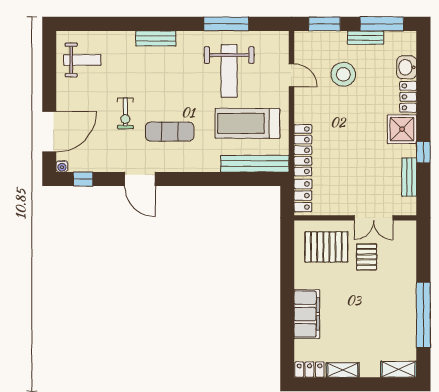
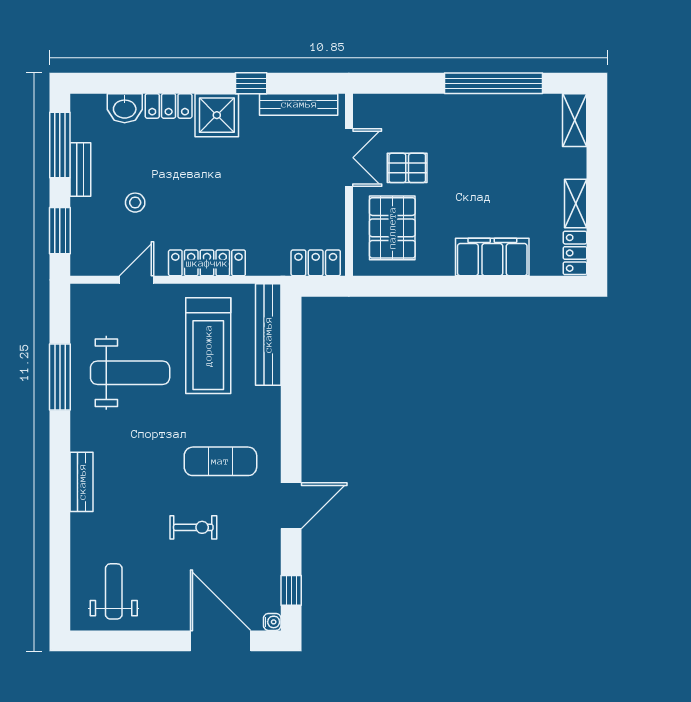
stool: (343, 74) -> (135, 203), width x0.53, depth x0.53
exercise mat: (170, 132) -> (220, 461), turned 90
locker: (303, 150) -> (207, 263), moved
bench: (409, 177) -> (299, 104), width x1.36

